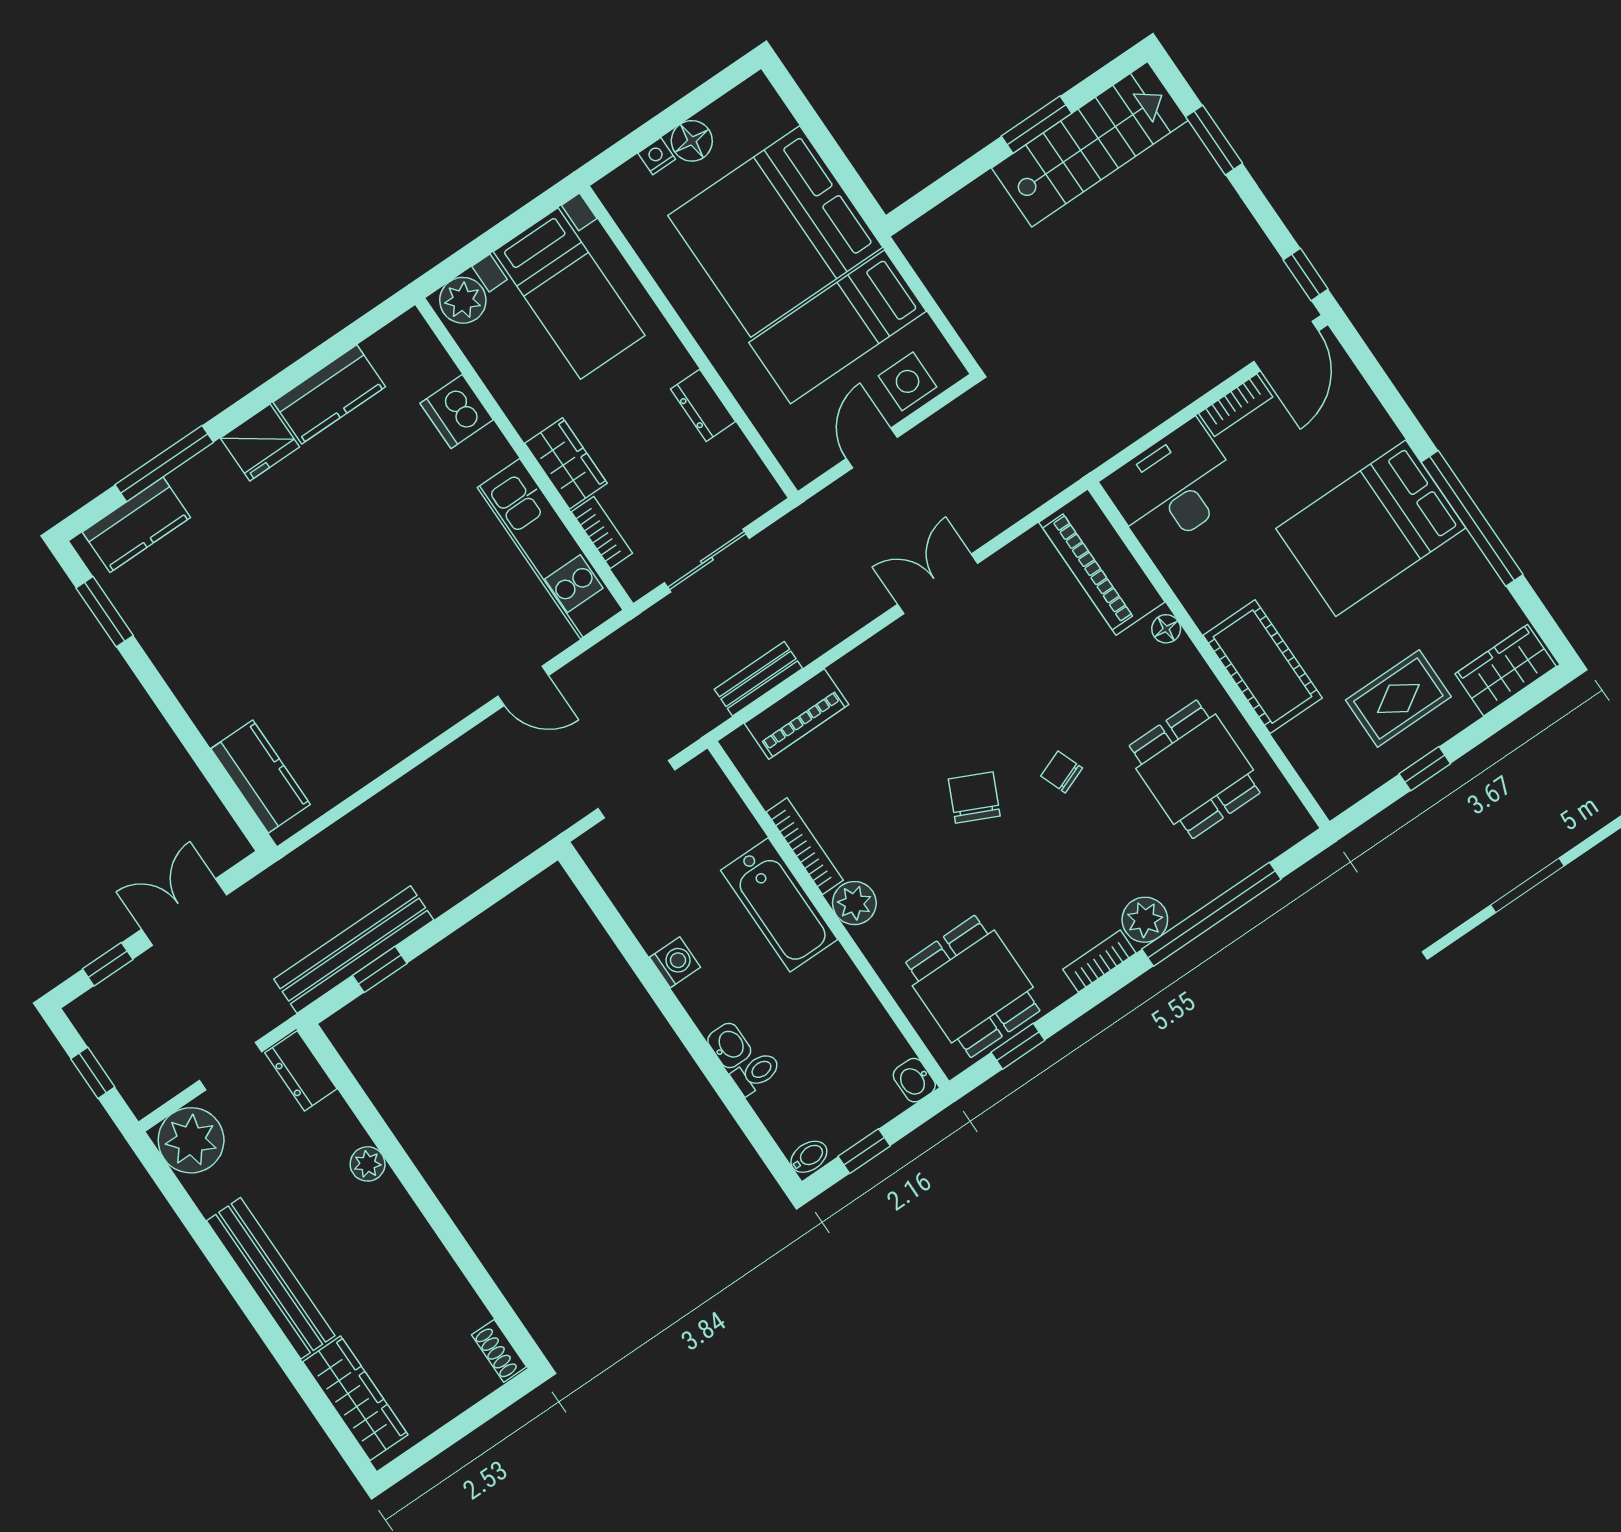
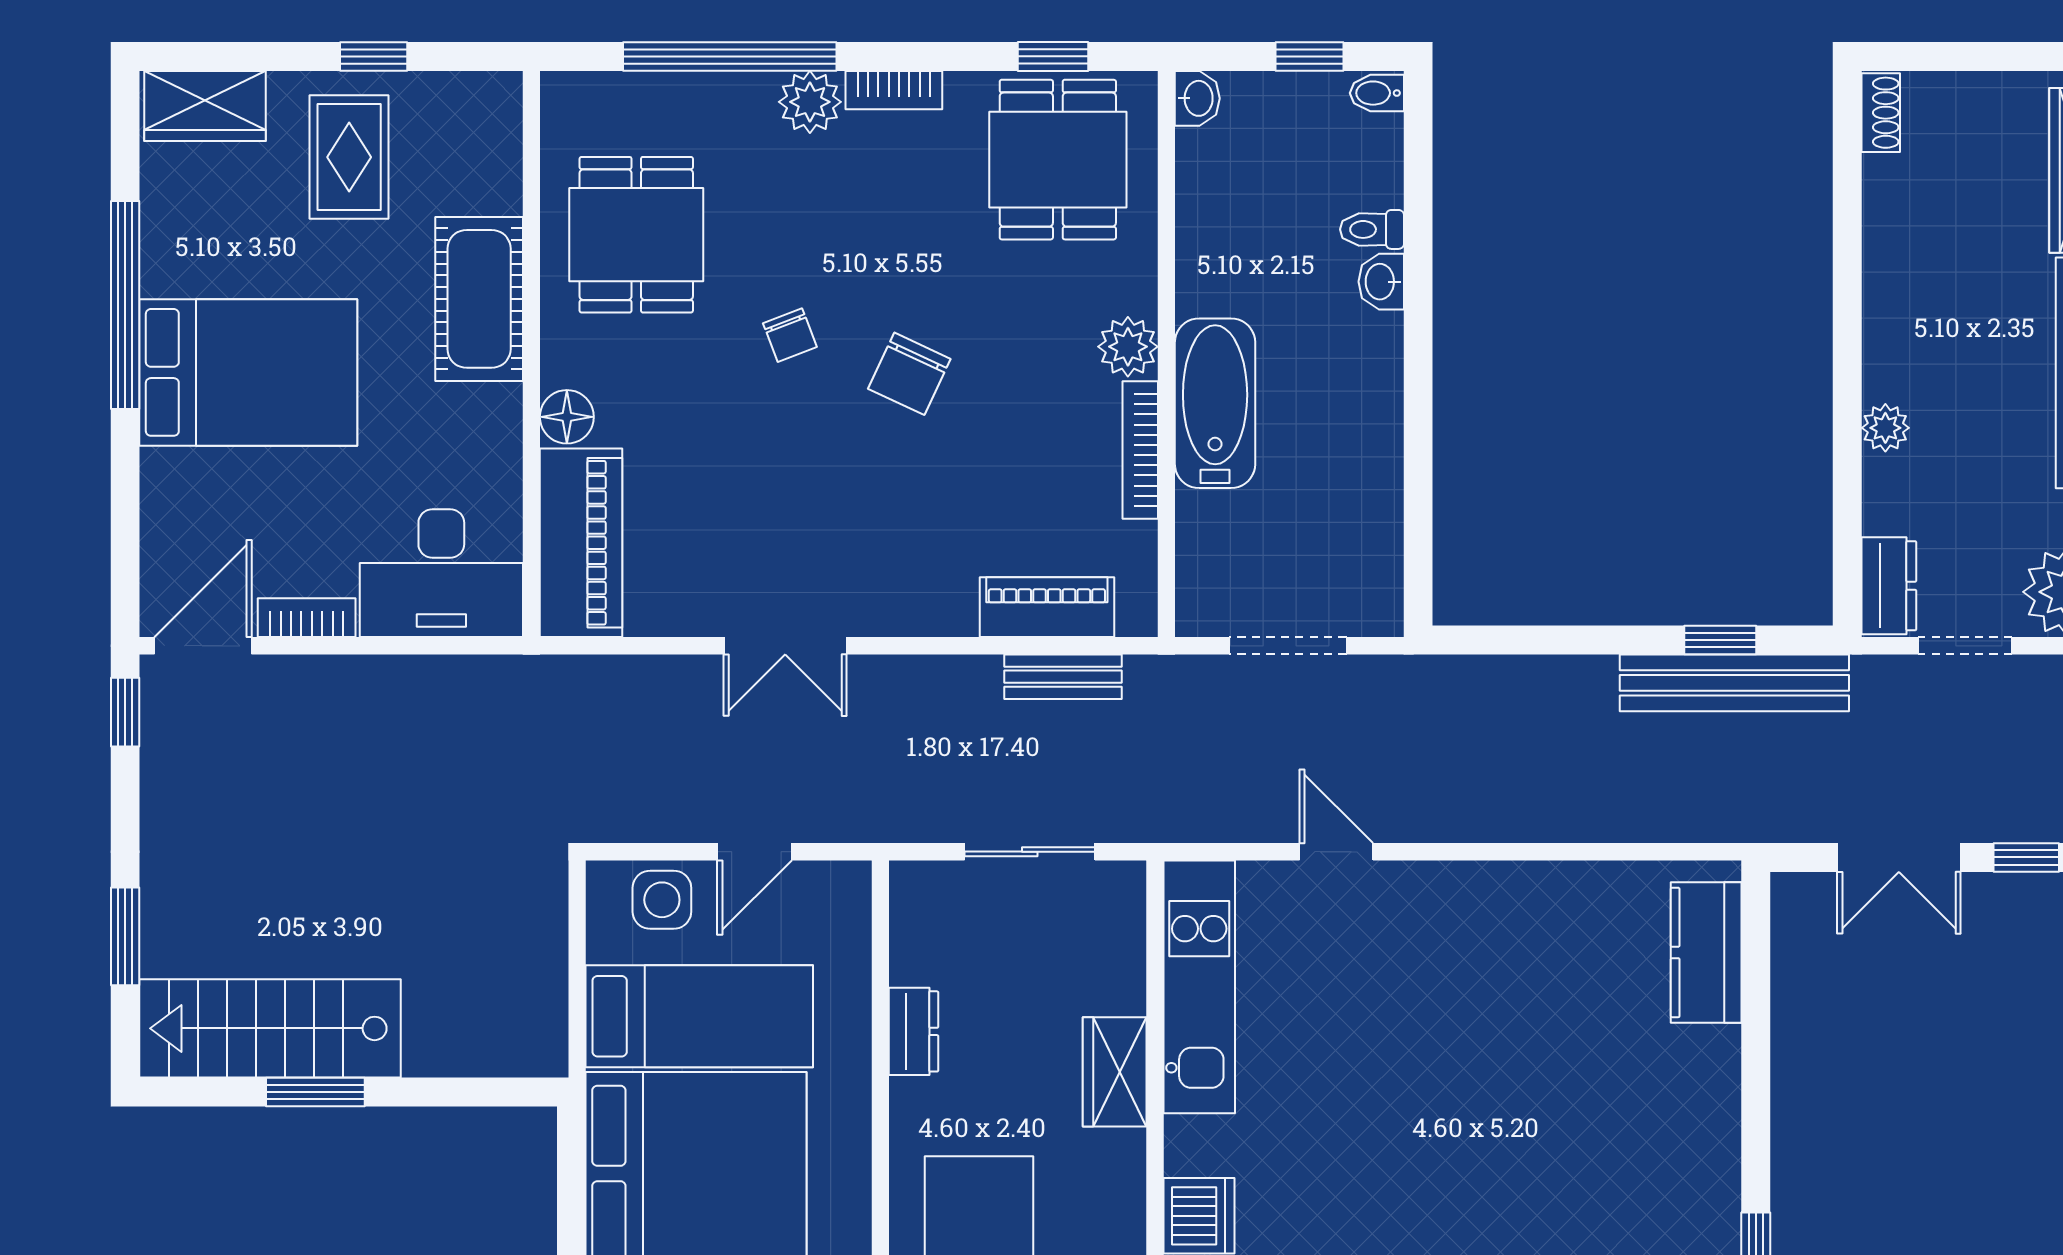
bookcase: (602, 532) -> (1127, 965), removed
floor lamp: (1166, 629) -> (567, 417), width x1.37, depth x1.37
rug: (1398, 698) -> (349, 157), turned 90
washing machine: (675, 962) -> (1378, 419), removed

